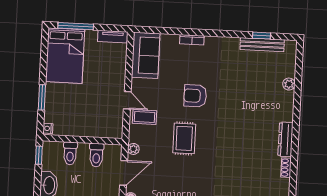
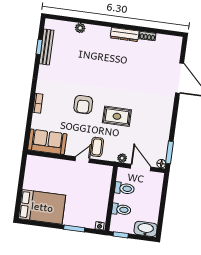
window: (76, 26) -> (19, 196), removed
tv unit: (113, 37) -> (30, 167), removed

